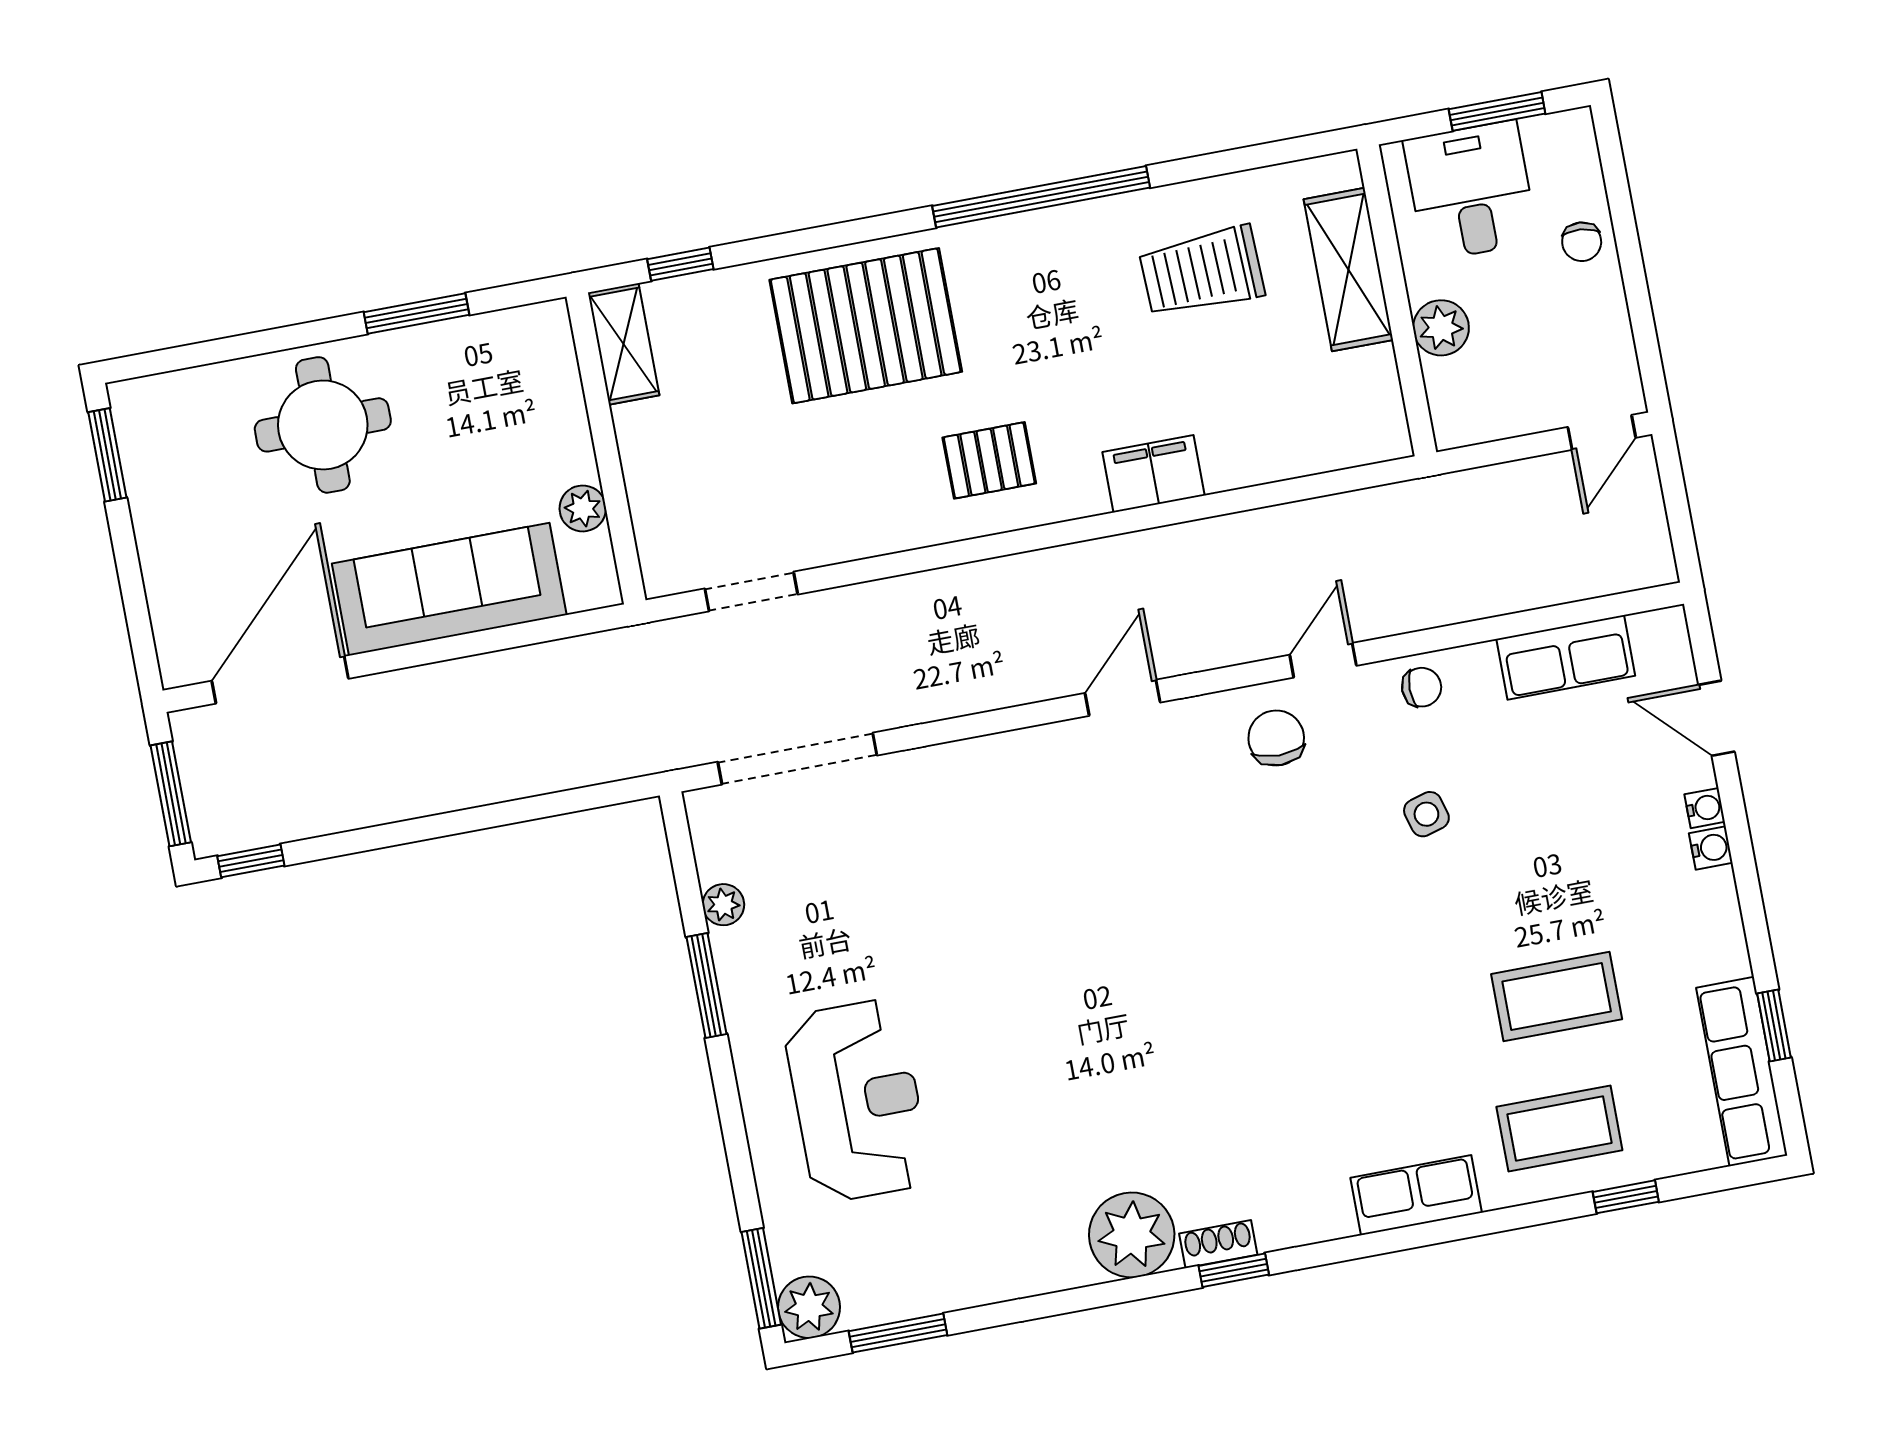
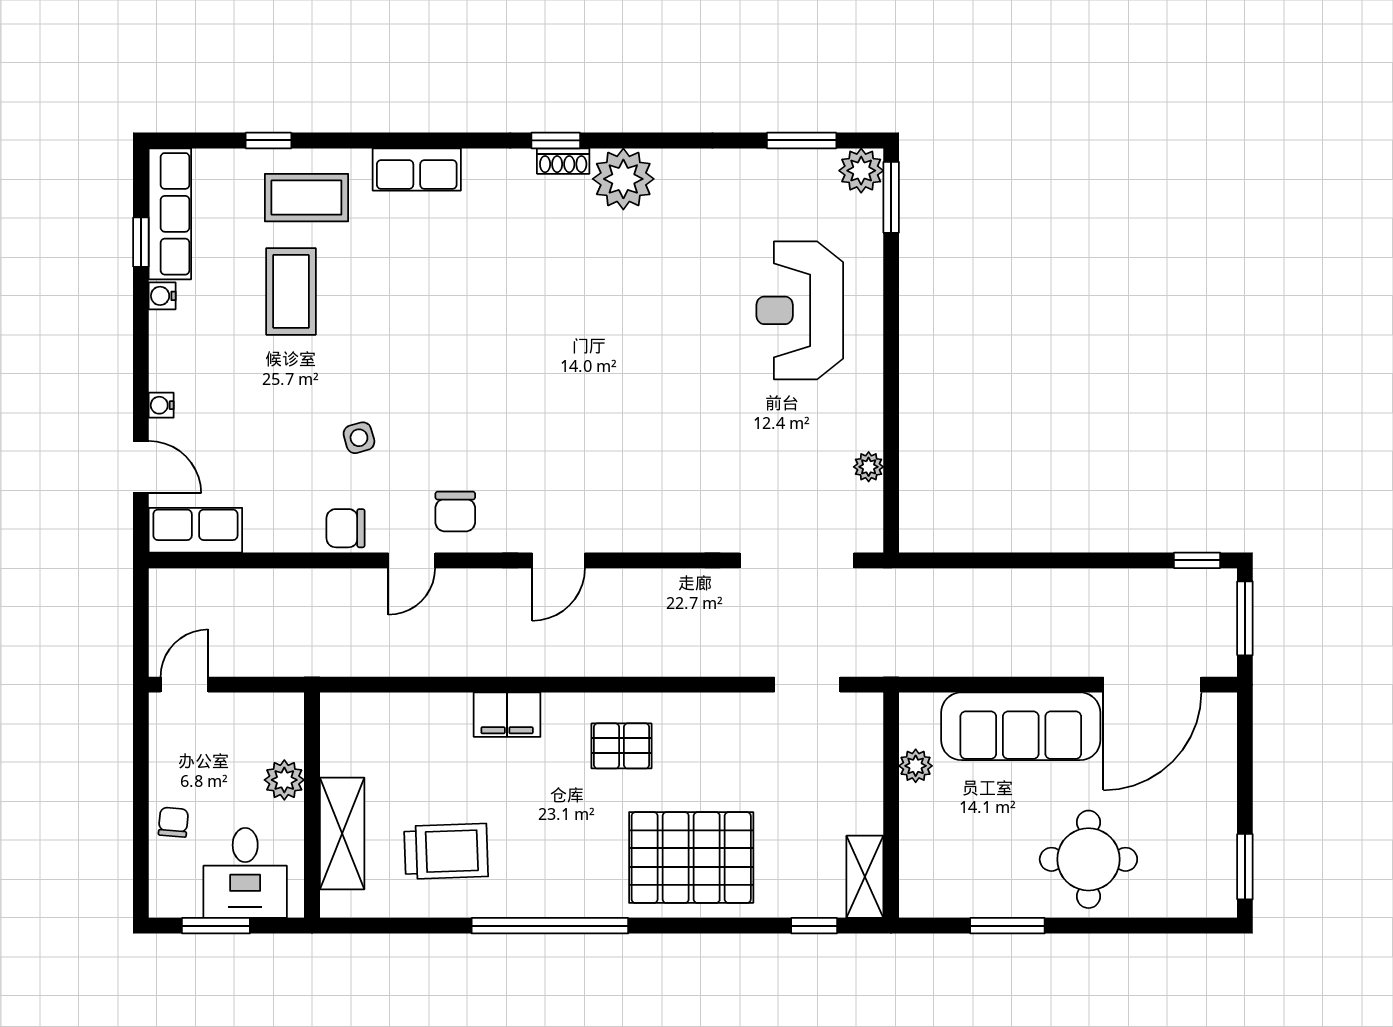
row of seats: (1566, 657) -> (195, 530), moved
chair: (1422, 687) -> (346, 528), width x1.37, depth x1.37
water cooler: (1711, 848) -> (162, 296), moved
window: (706, 985) -> (891, 412), removed
coffee table: (1557, 997) -> (291, 291), turned 90

